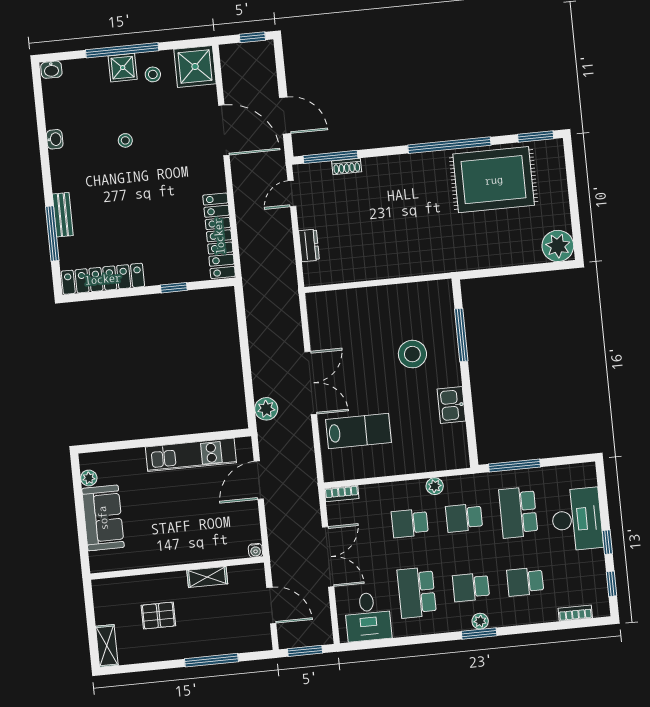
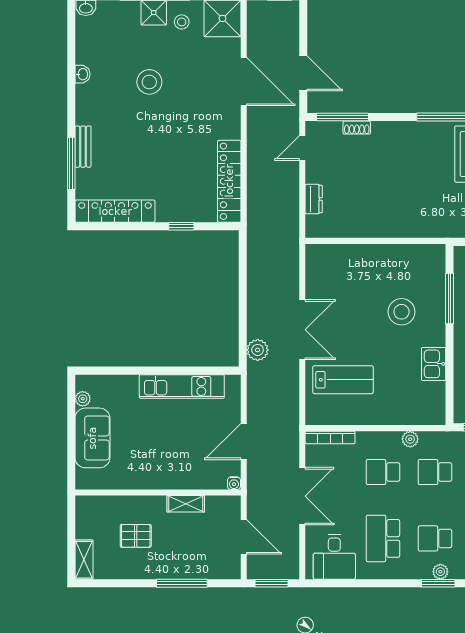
stool: (125, 140) -> (149, 82), width x1.89, depth x1.89
door: (259, 480) -> (244, 442), moved
bookcase: (342, 494) -> (330, 437), width x1.56

